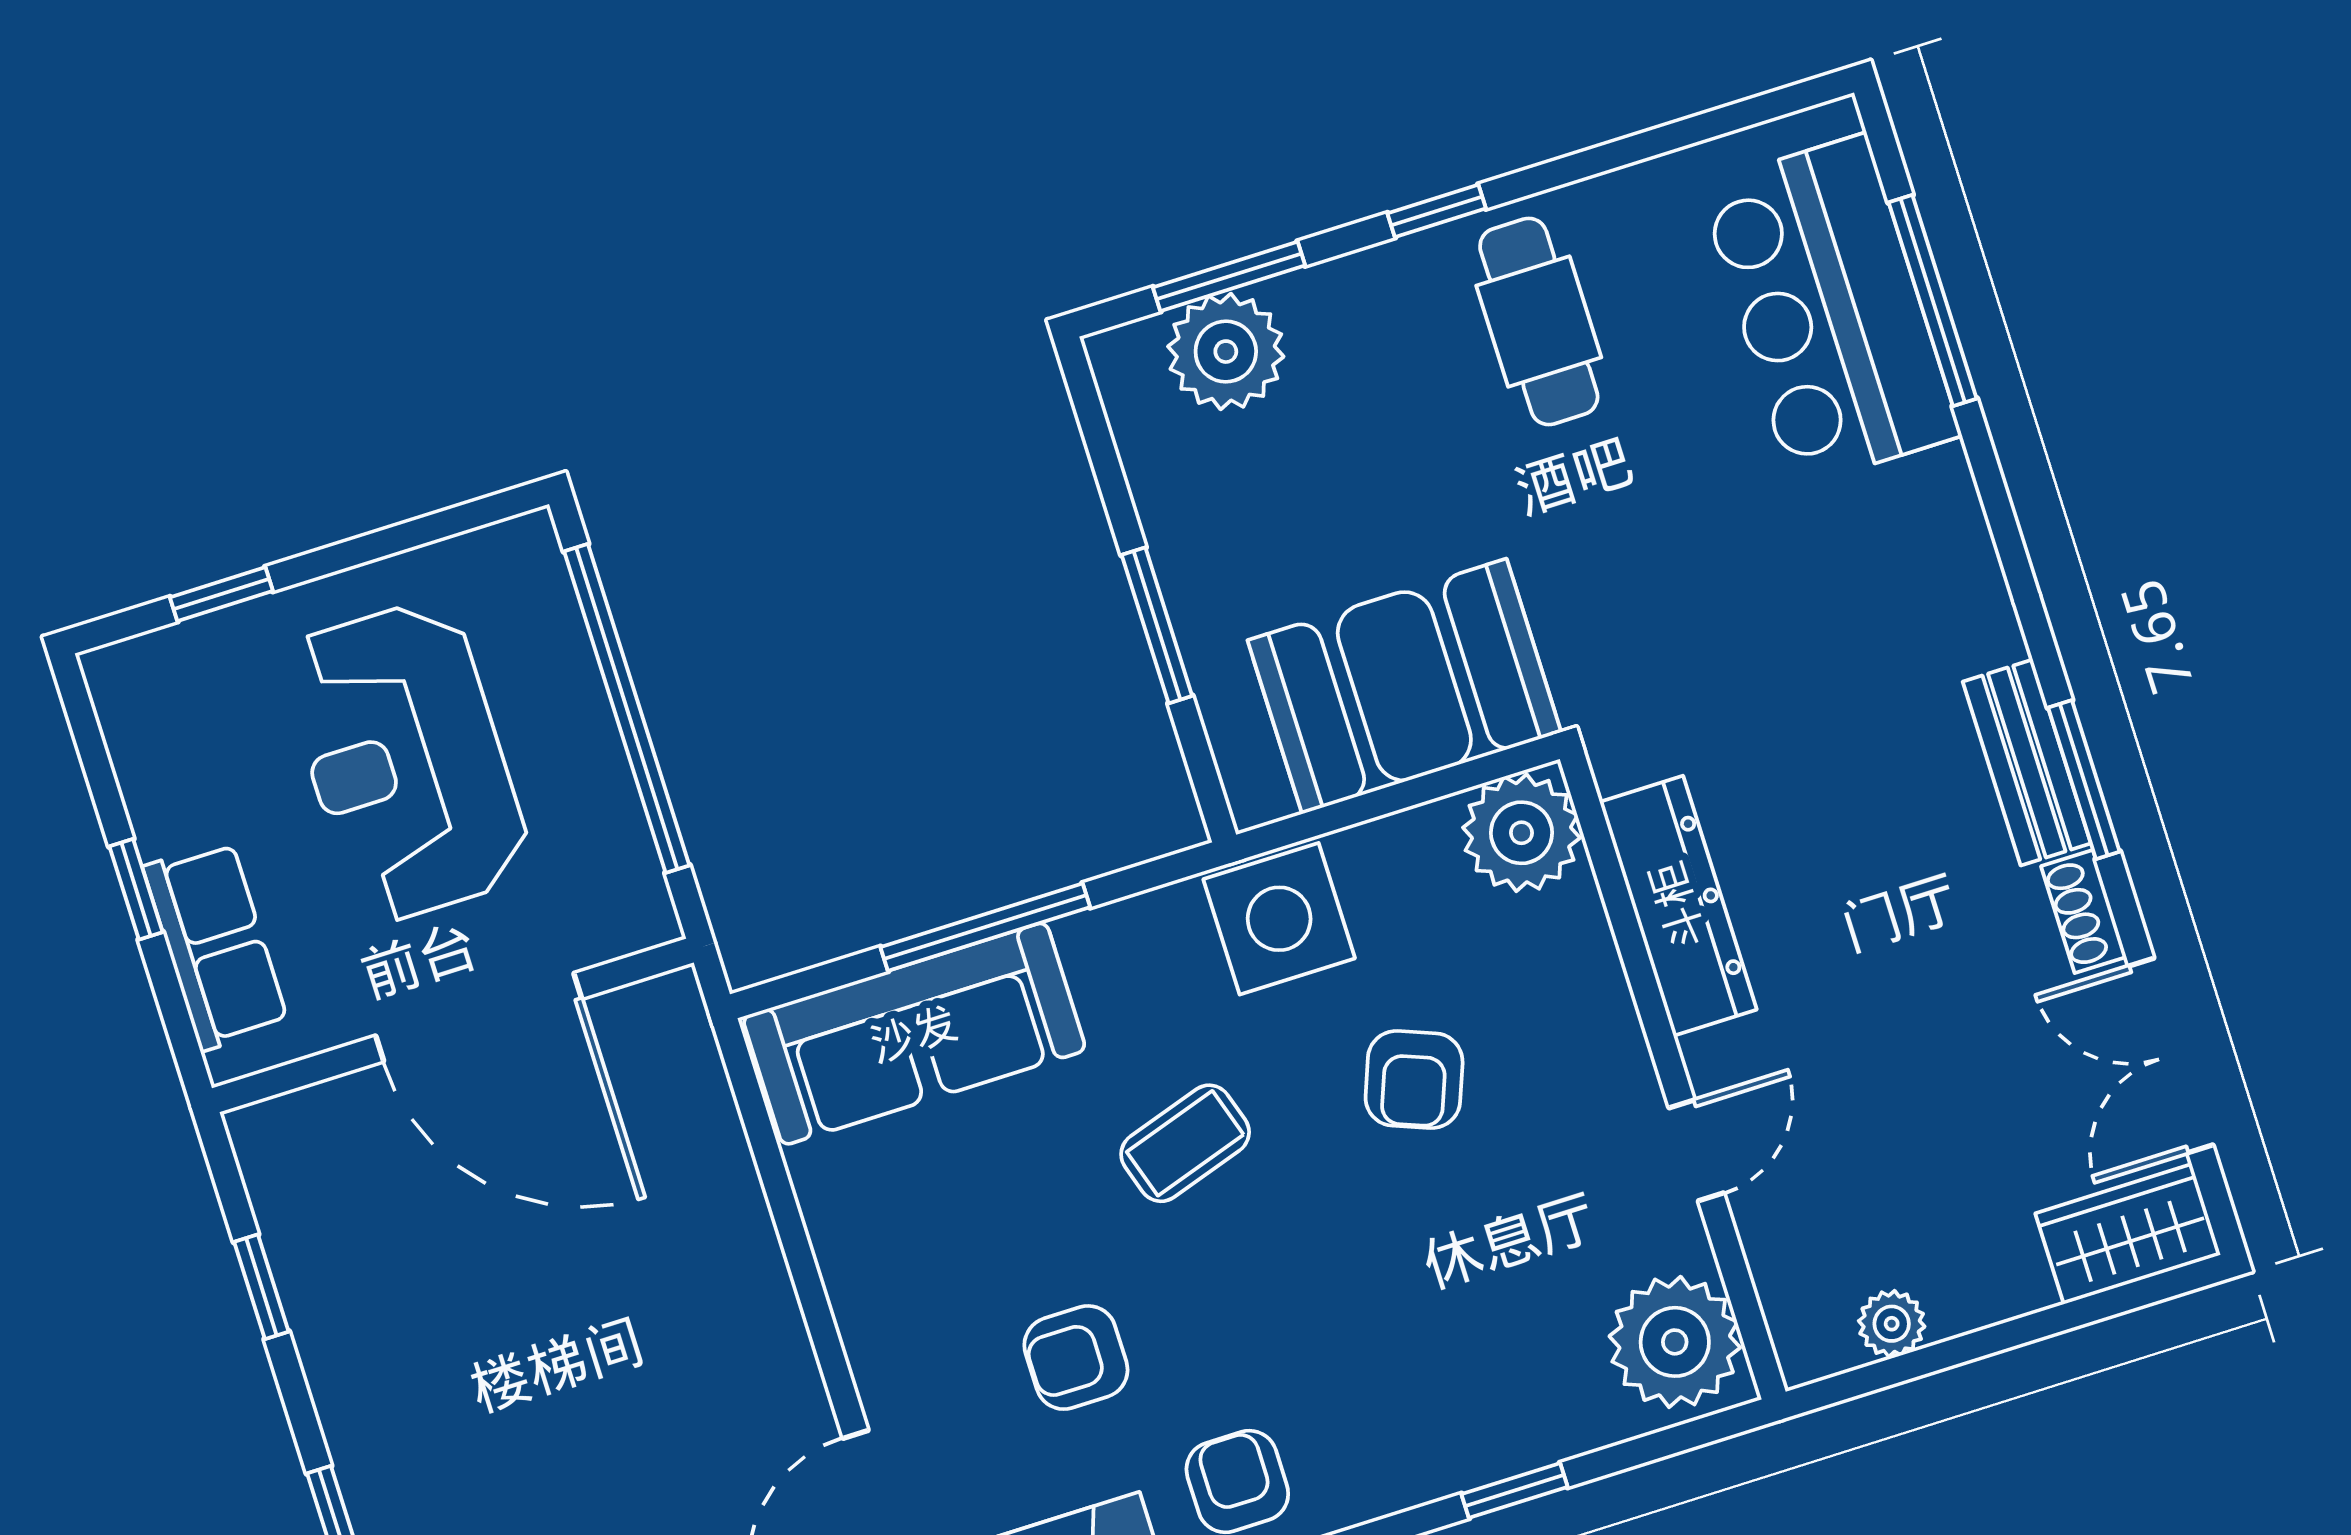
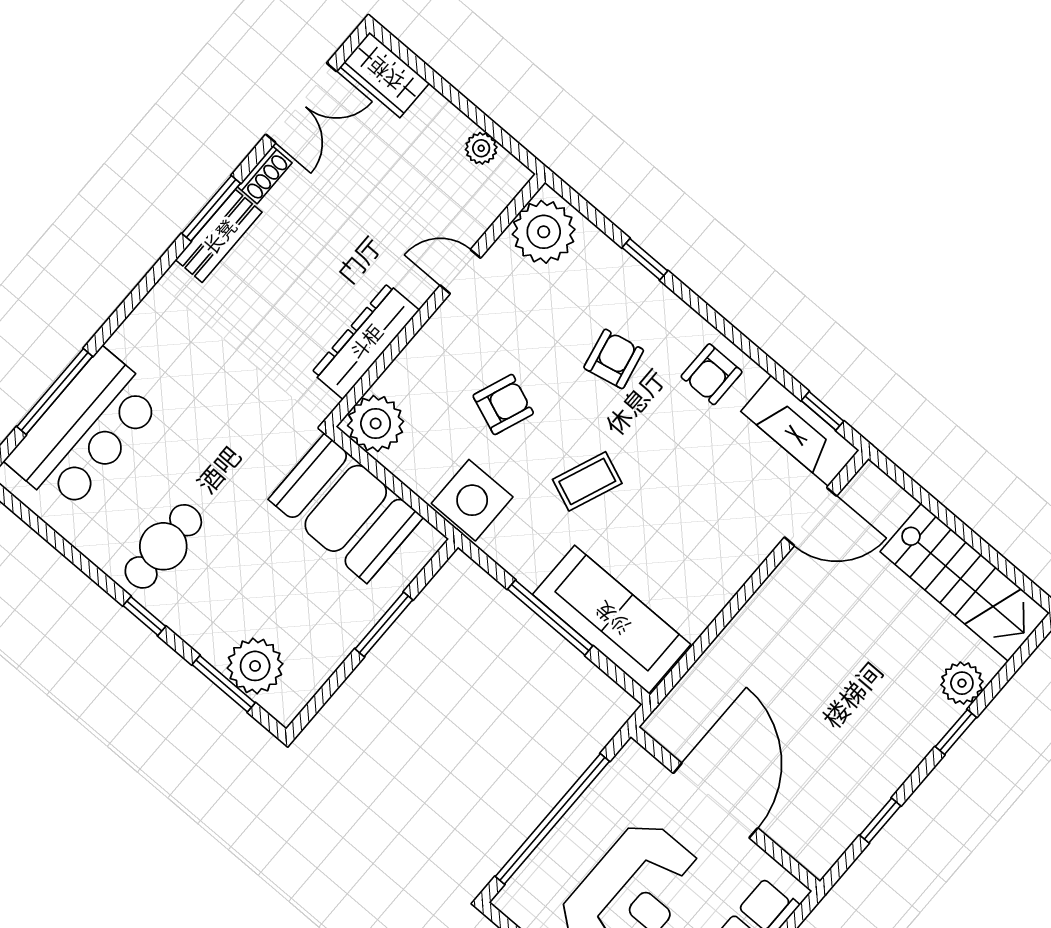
coffee table: (1185, 1143) -> (587, 481), turned -50
armchair: (1076, 1358) -> (614, 359), moved, turned -102

